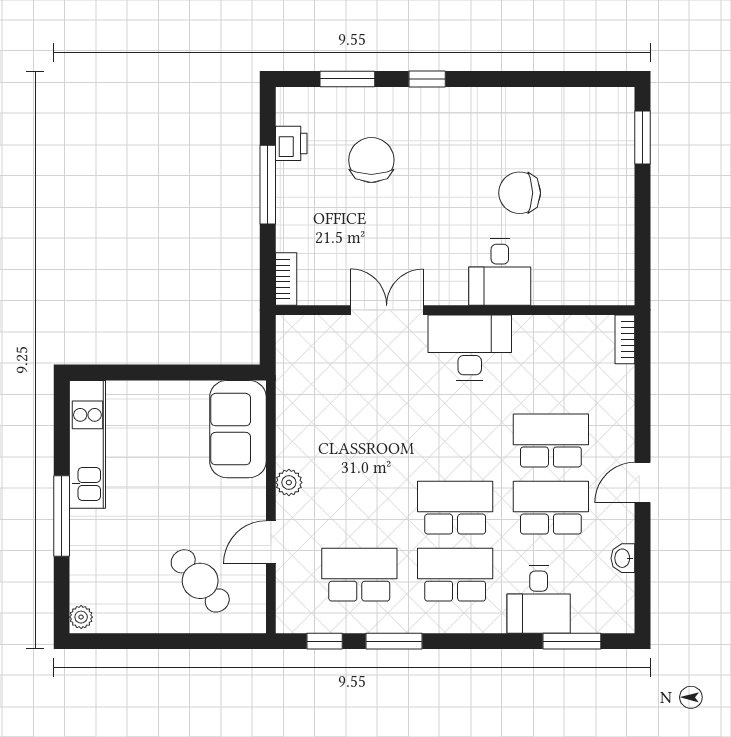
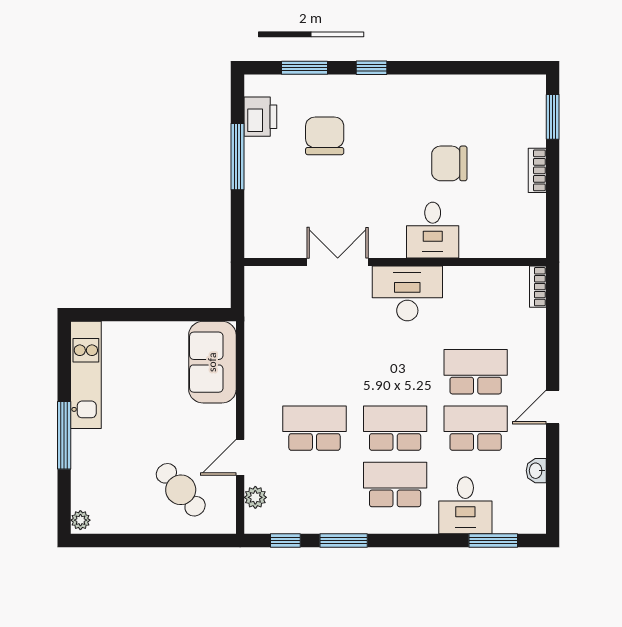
printer: (291, 143) -> (260, 117), width x1.36, depth x1.24
bookcase: (286, 279) -> (537, 170), moved, turned 180
plant: (289, 482) -> (255, 497), moved
school desk: (359, 575) -> (314, 428), moved

